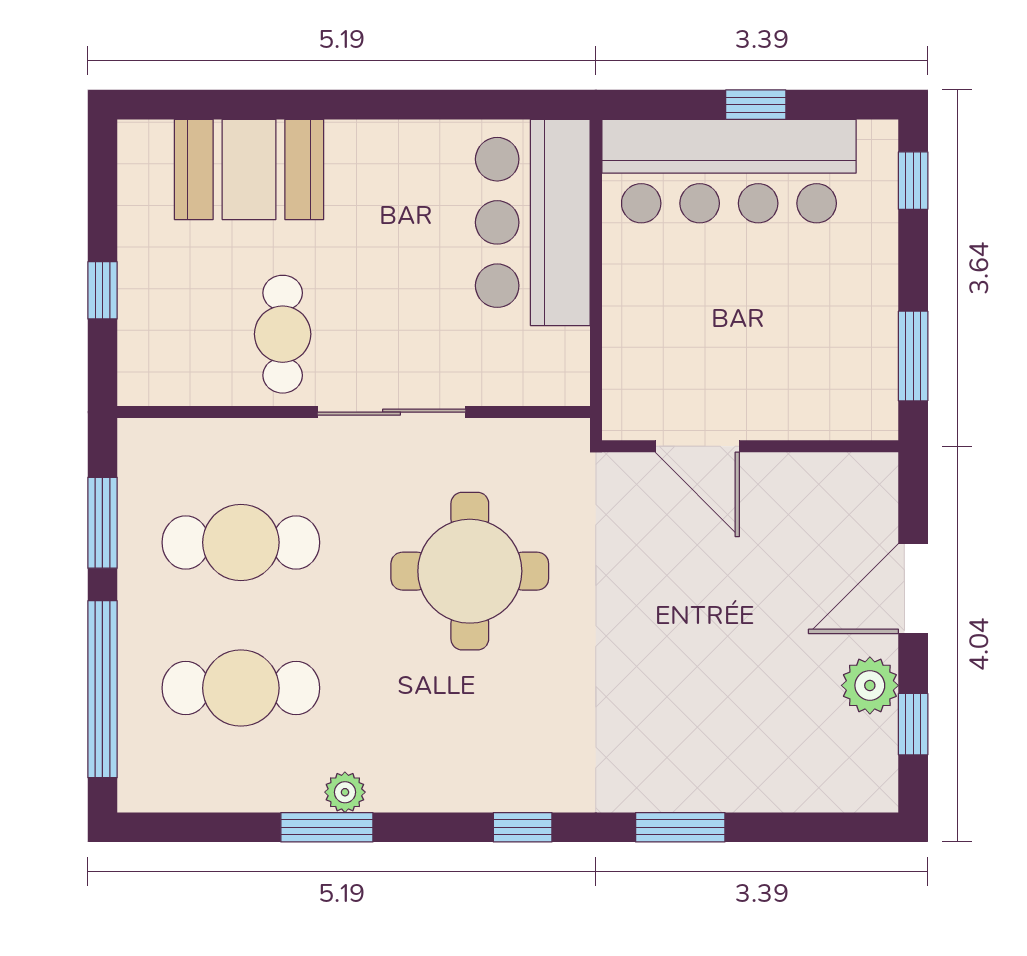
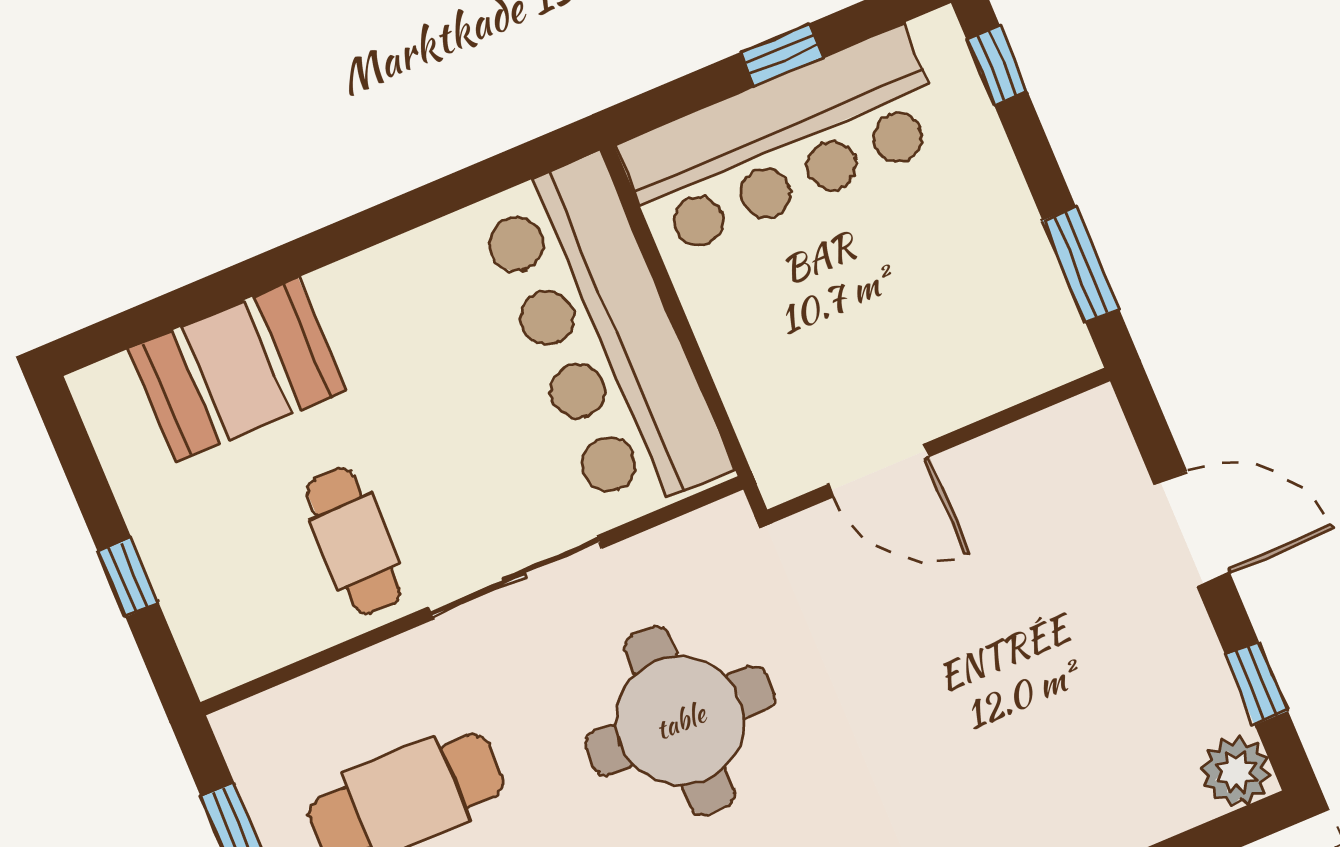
bar counter: (533, 222) -> (603, 337), width x1.36
door: (913, 589) -> (1192, 529), swing flipped
plant: (870, 685) -> (1236, 772), moved

